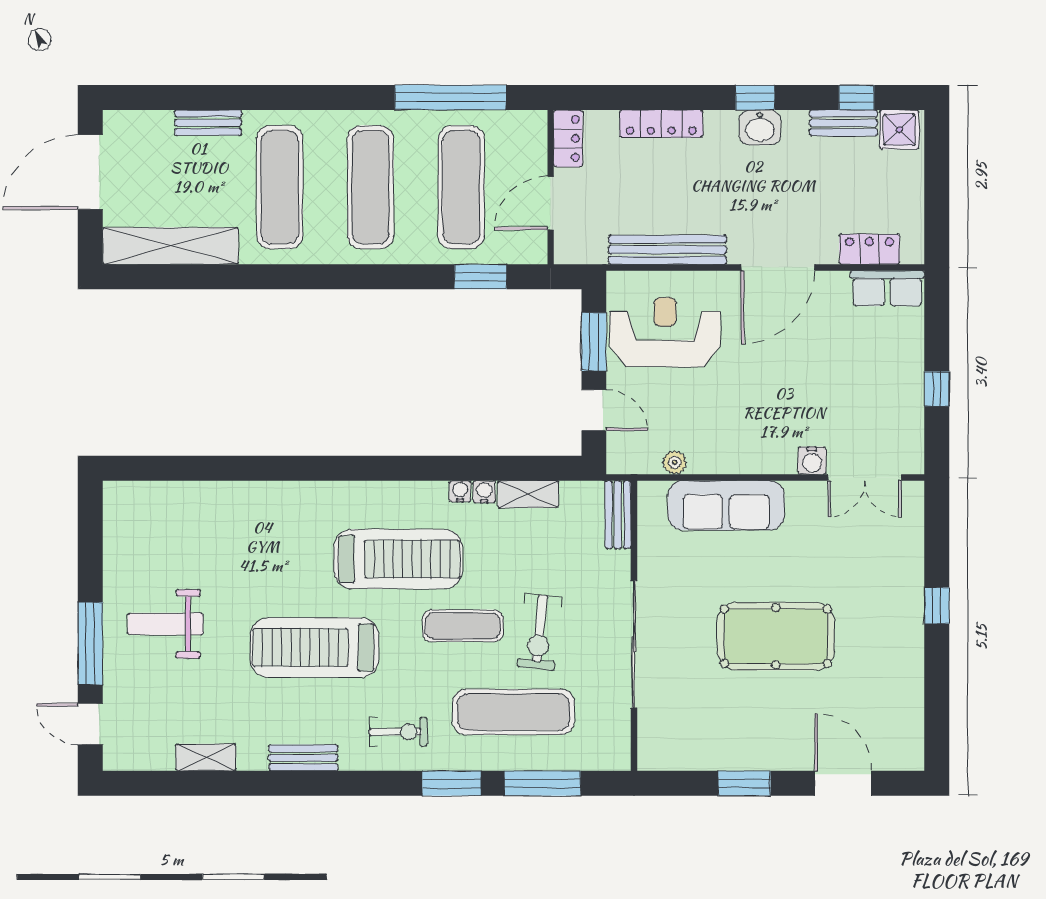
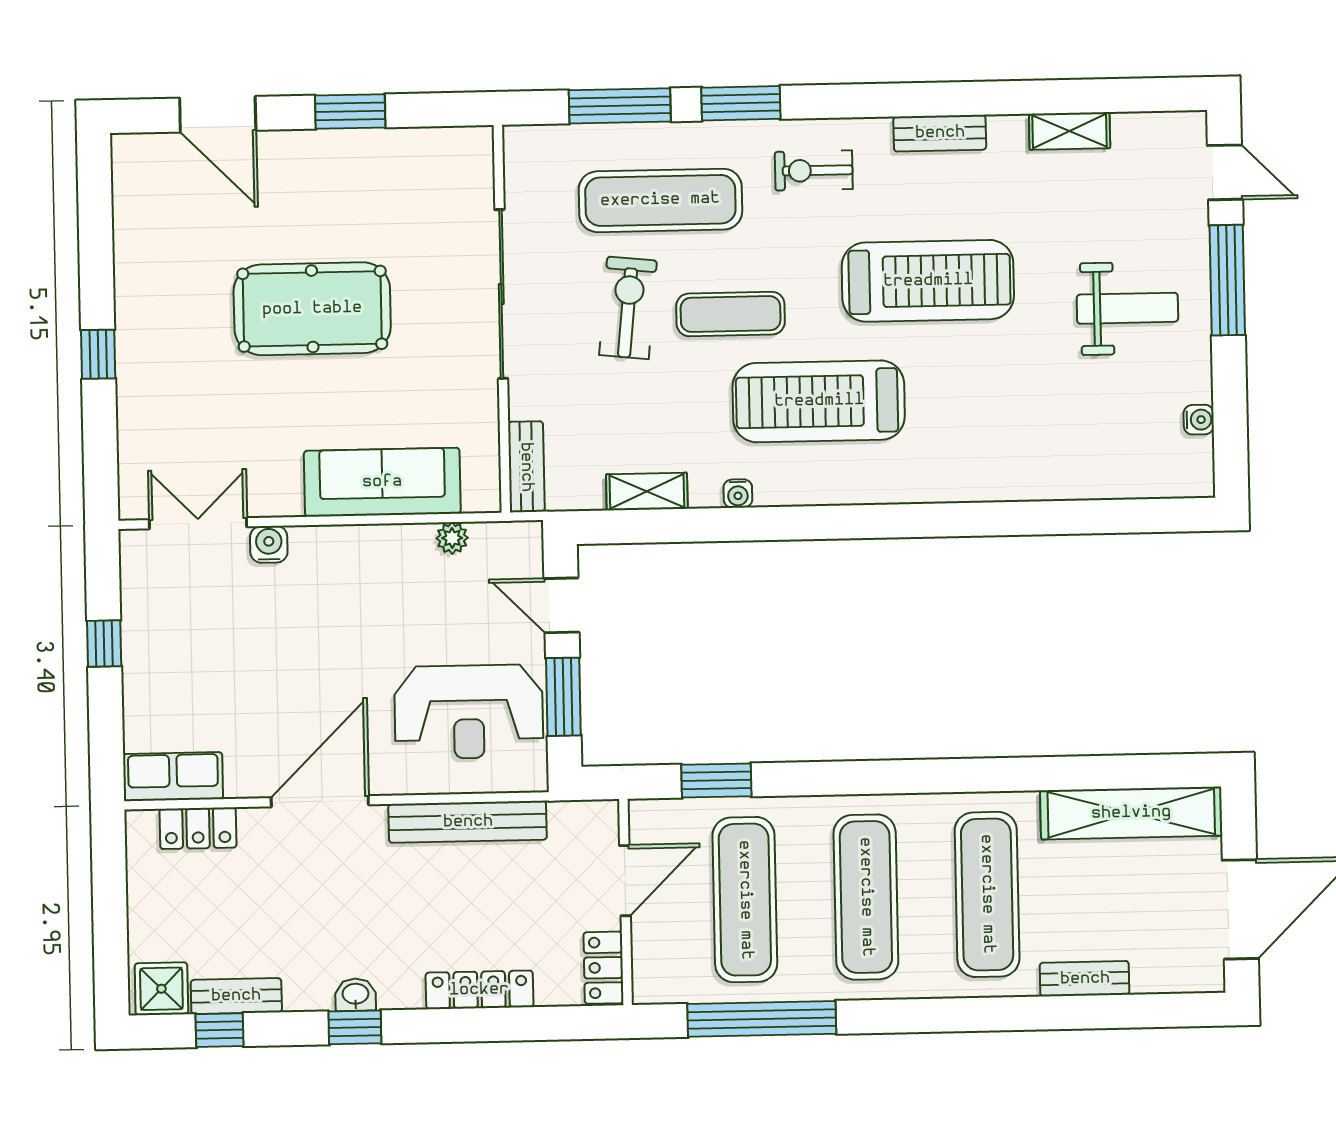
washbasin: (760, 127) -> (356, 995), width x0.72, depth x0.69
water cooler: (484, 492) -> (1199, 420), moved, turned -90

